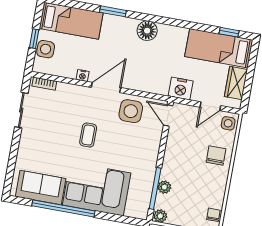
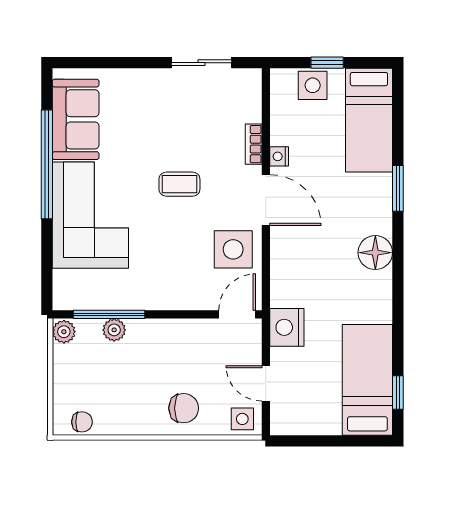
wardrobe: (236, 83) -> (313, 420), removed
bookcase: (44, 84) -> (254, 144), moved

